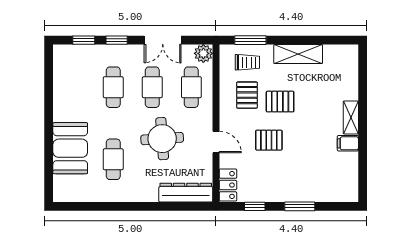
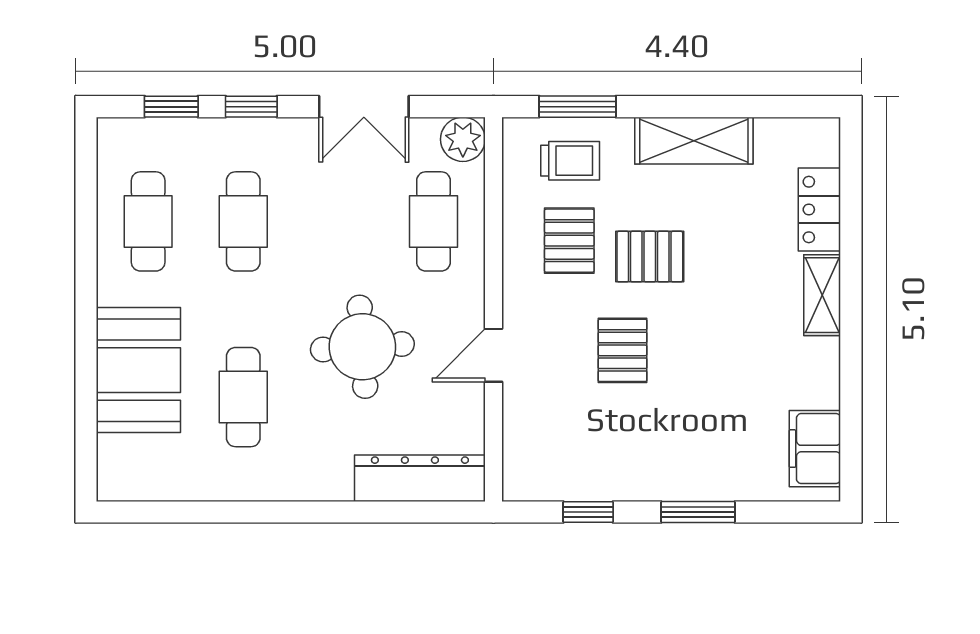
cafe table: (152, 87) -> (148, 221), moved
pallet: (269, 140) -> (623, 350), turned 90
door: (216, 142) -> (494, 355), swing flipped
filing cabinet: (348, 143) -> (815, 449), moved, width x2.00
locker: (228, 185) -> (819, 210), moved, turned 180

